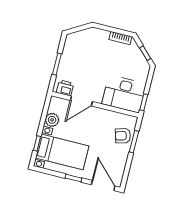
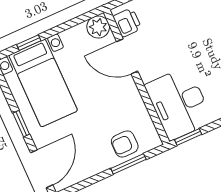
plant: (52, 120) -> (98, 27), moved
armchair: (123, 136) -> (125, 144), turned -74

